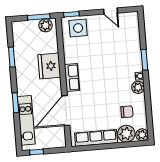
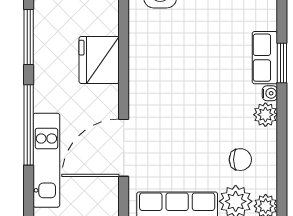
window: (12, 57) -> (29, 37), width x1.44
row of seats: (72, 78) -> (265, 58), moved, turned 180
window: (15, 103) -> (29, 125), width x2.11

